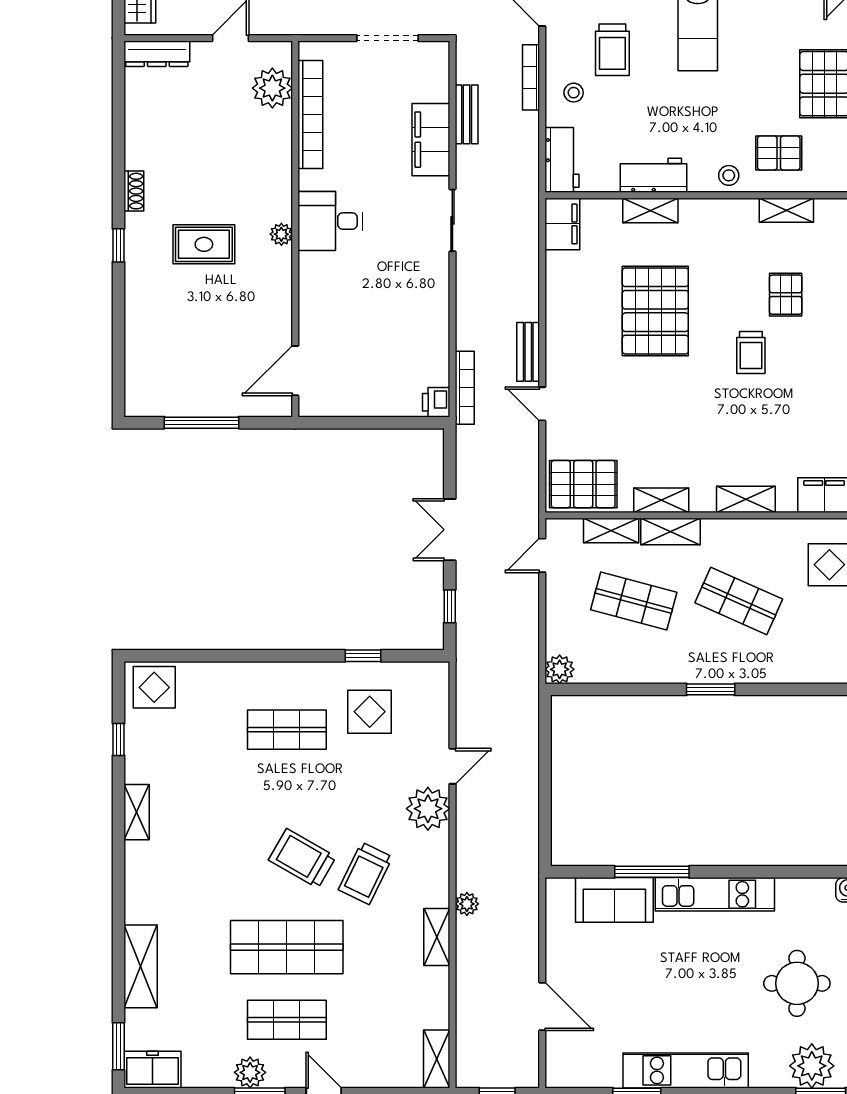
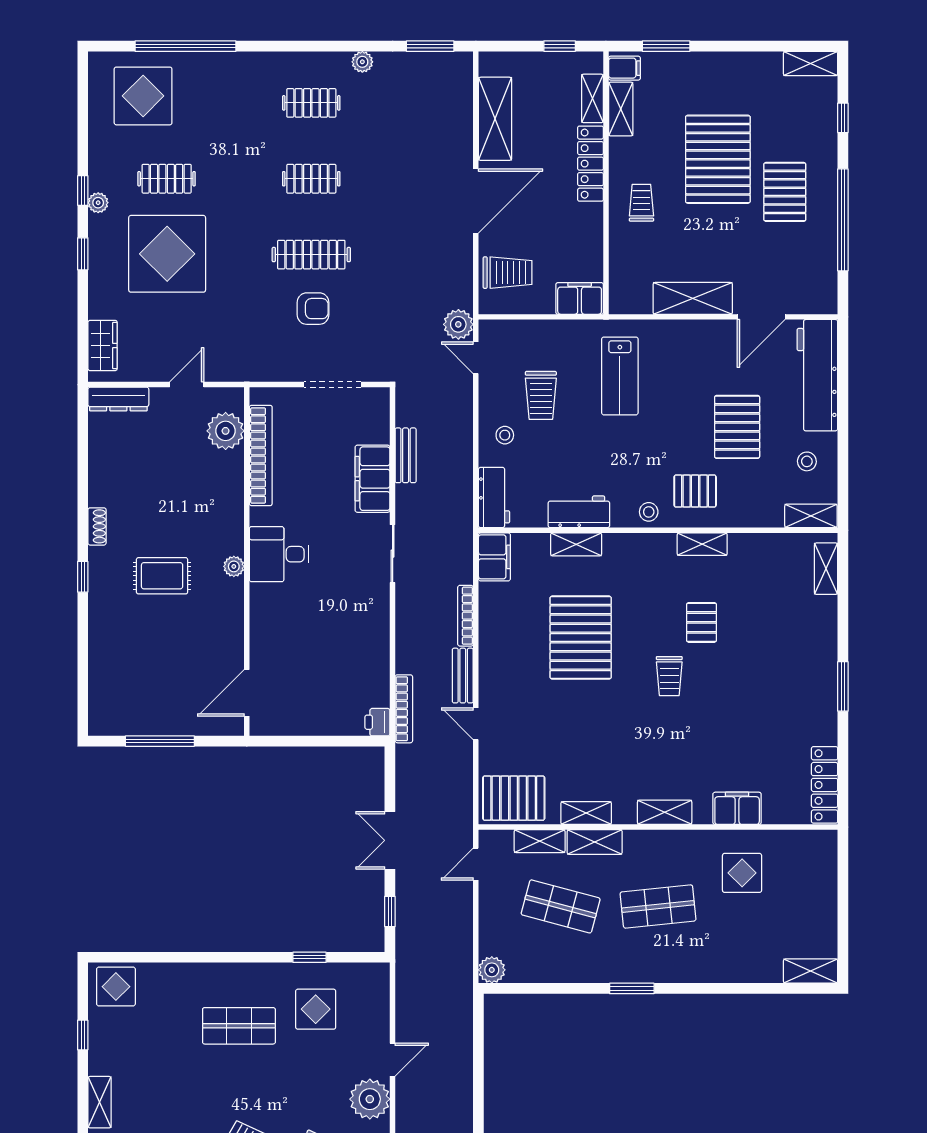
bookcase: (531, 77) -> (465, 616), moved
shop shelf: (739, 601) -> (658, 906), turned -30

